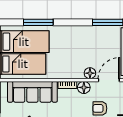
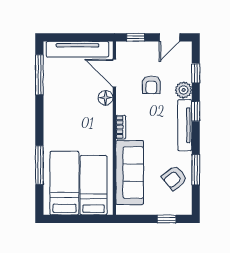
floor lamp: (84, 87) -> (124, 106), removed

